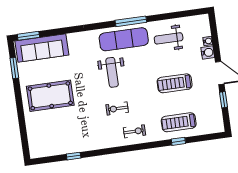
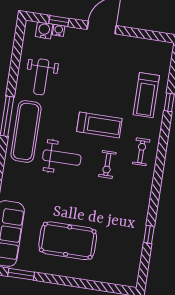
water cooler: (208, 53) -> (44, 30), moved
treadmill: (175, 83) -> (99, 125), moved, turned -90
pool table: (50, 96) -> (68, 241), turned 90
window: (224, 100) -> (59, 21), moved

